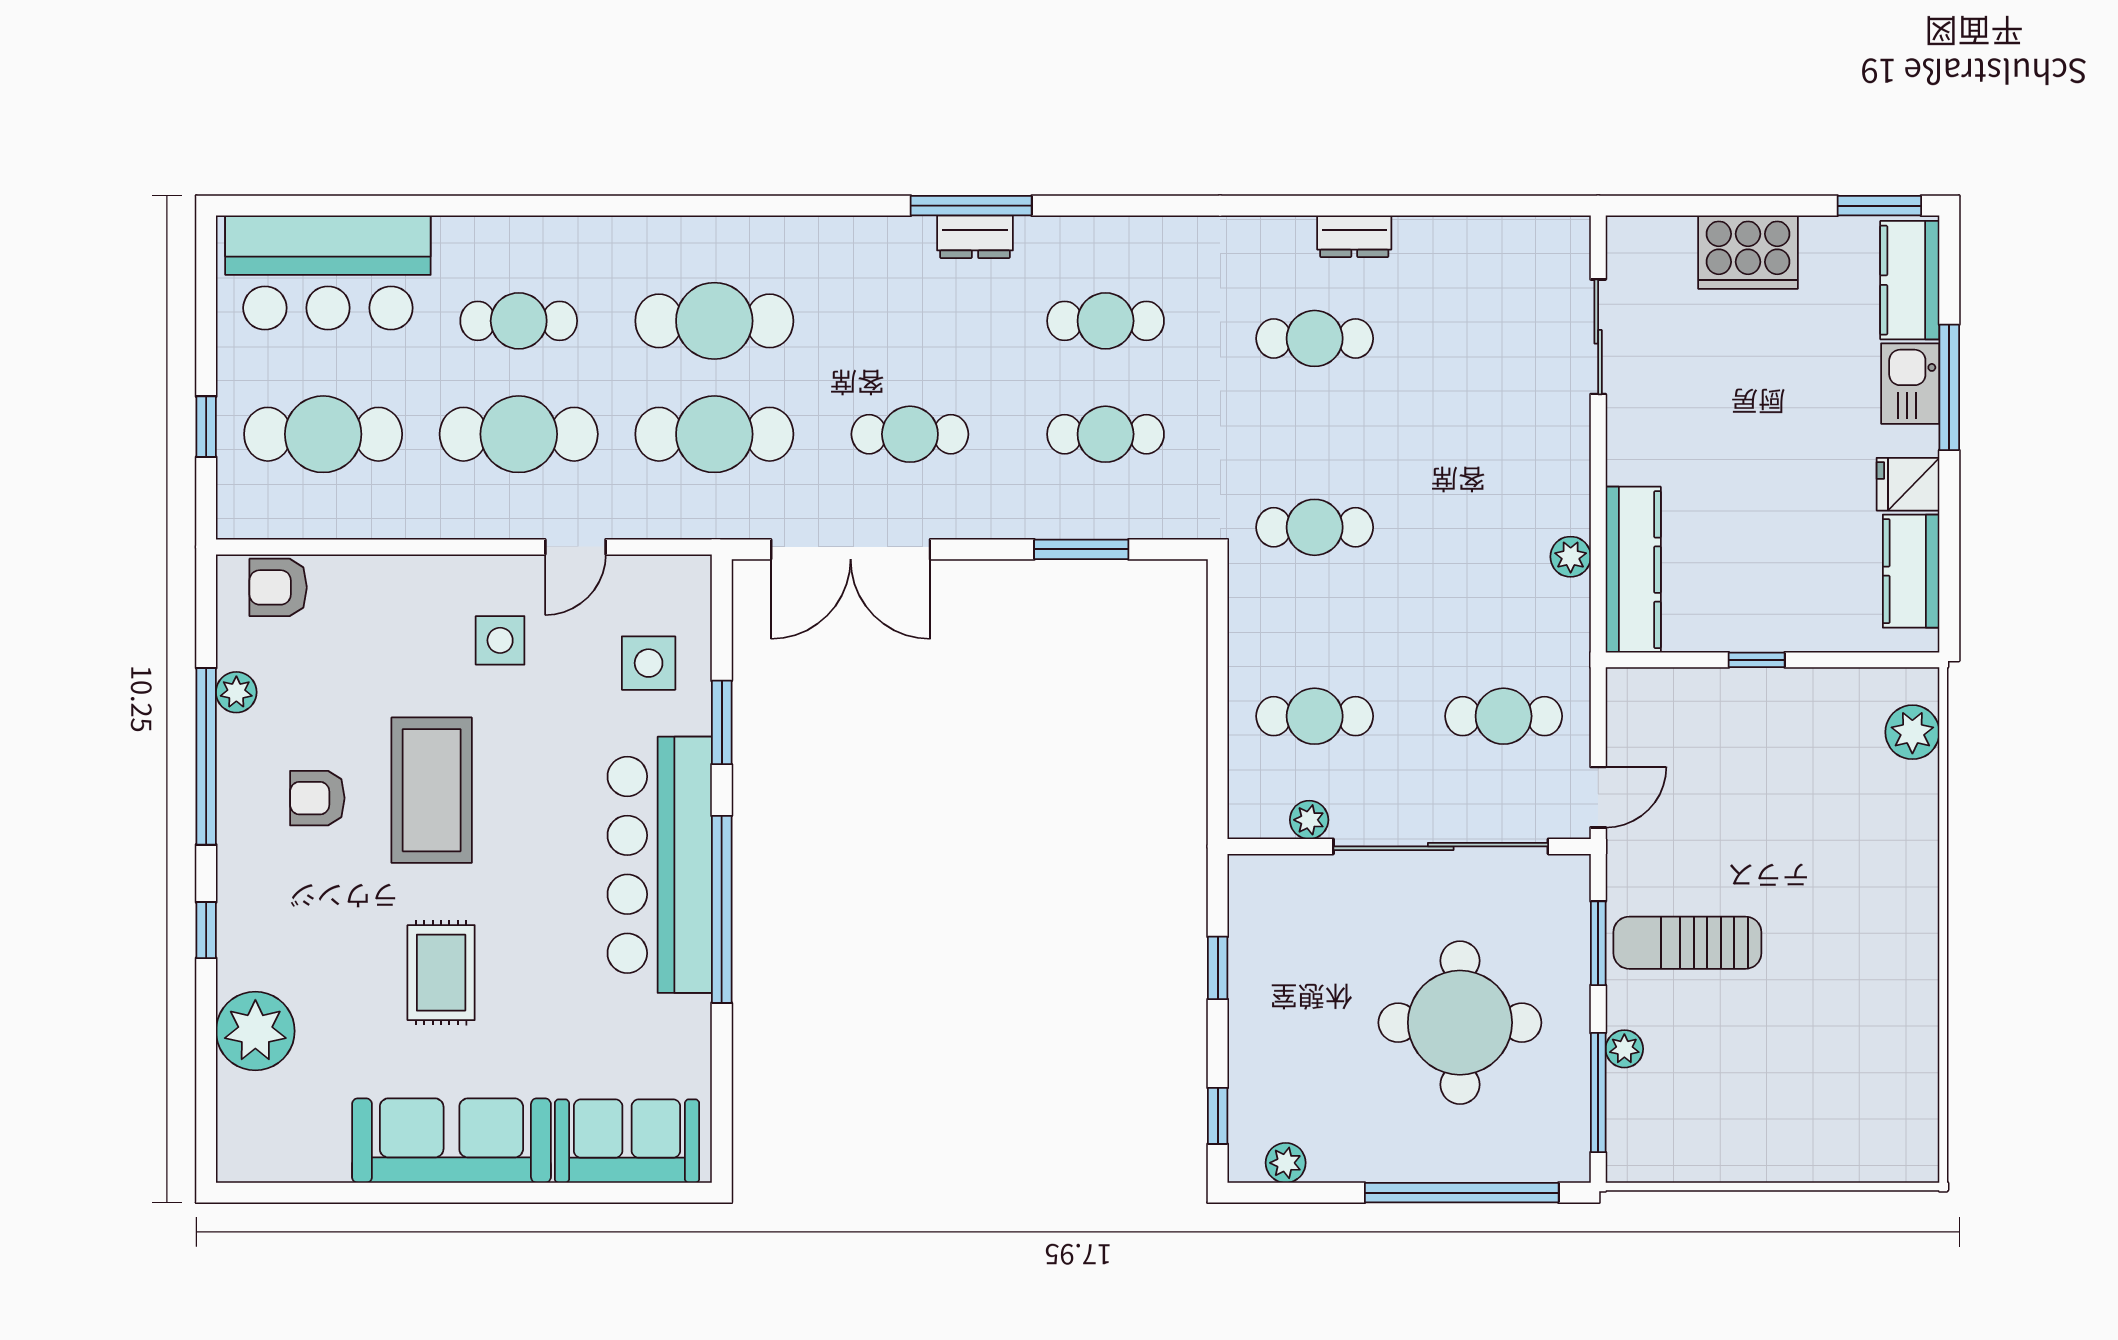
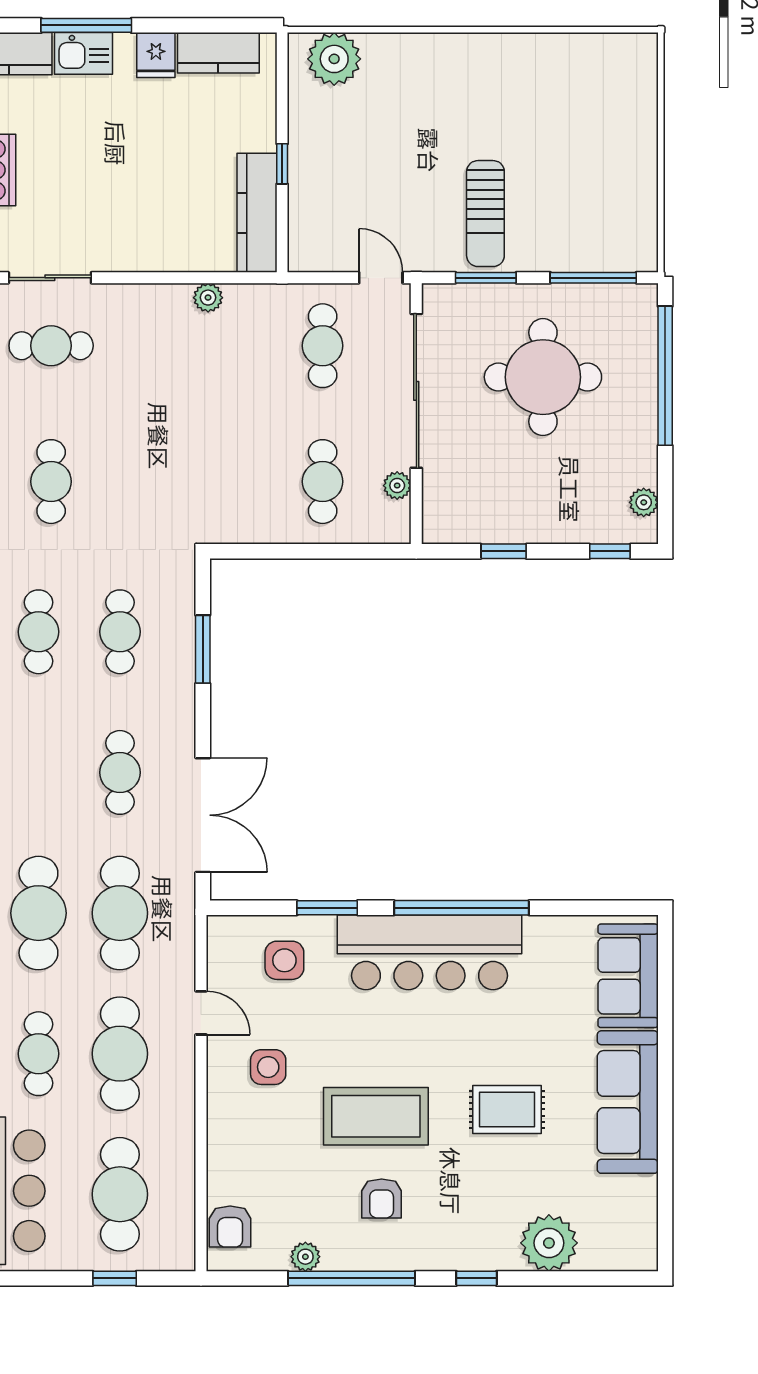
cafe table: (1315, 527) -> (51, 346), moved, turned 90
kitchen counter: (1633, 570) -> (257, 213), moved, turned -90
plant: (1912, 732) -> (334, 59), width x1.36, depth x1.36
plant: (1624, 1049) -> (562, 259), removed

